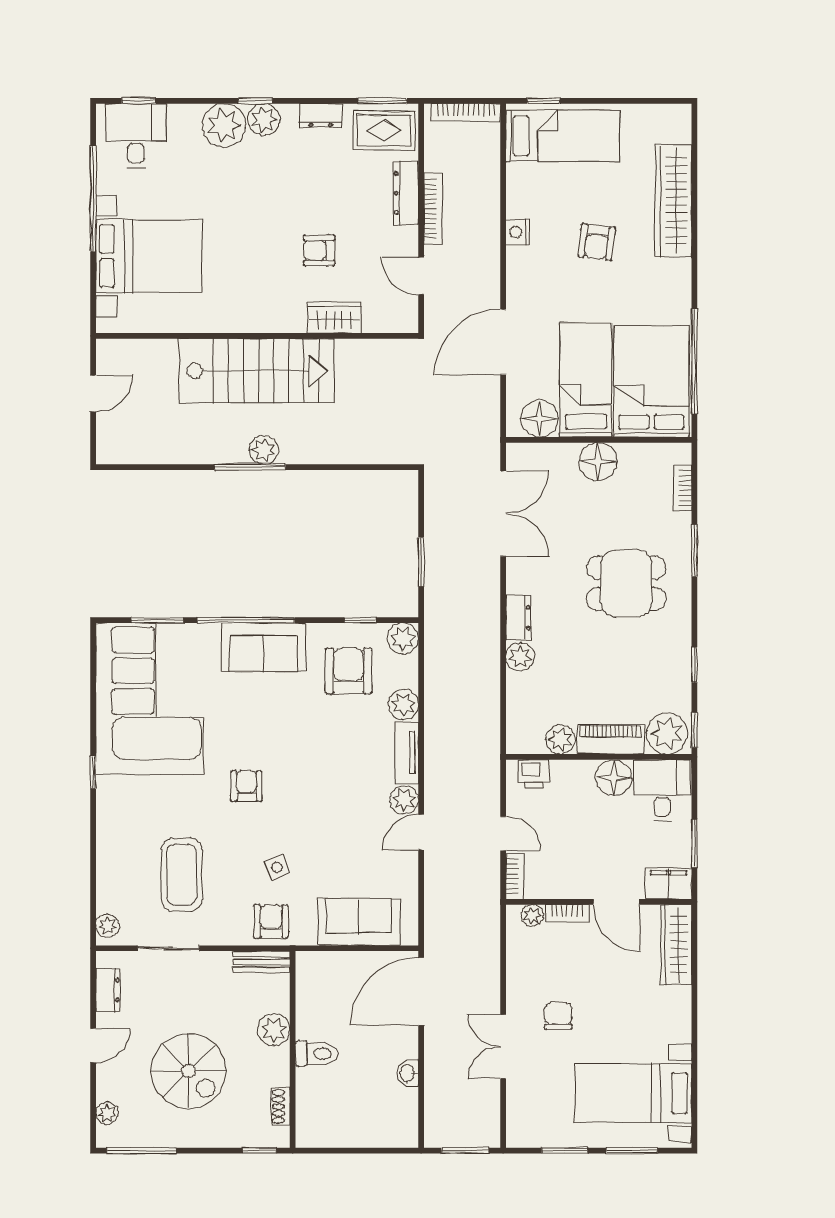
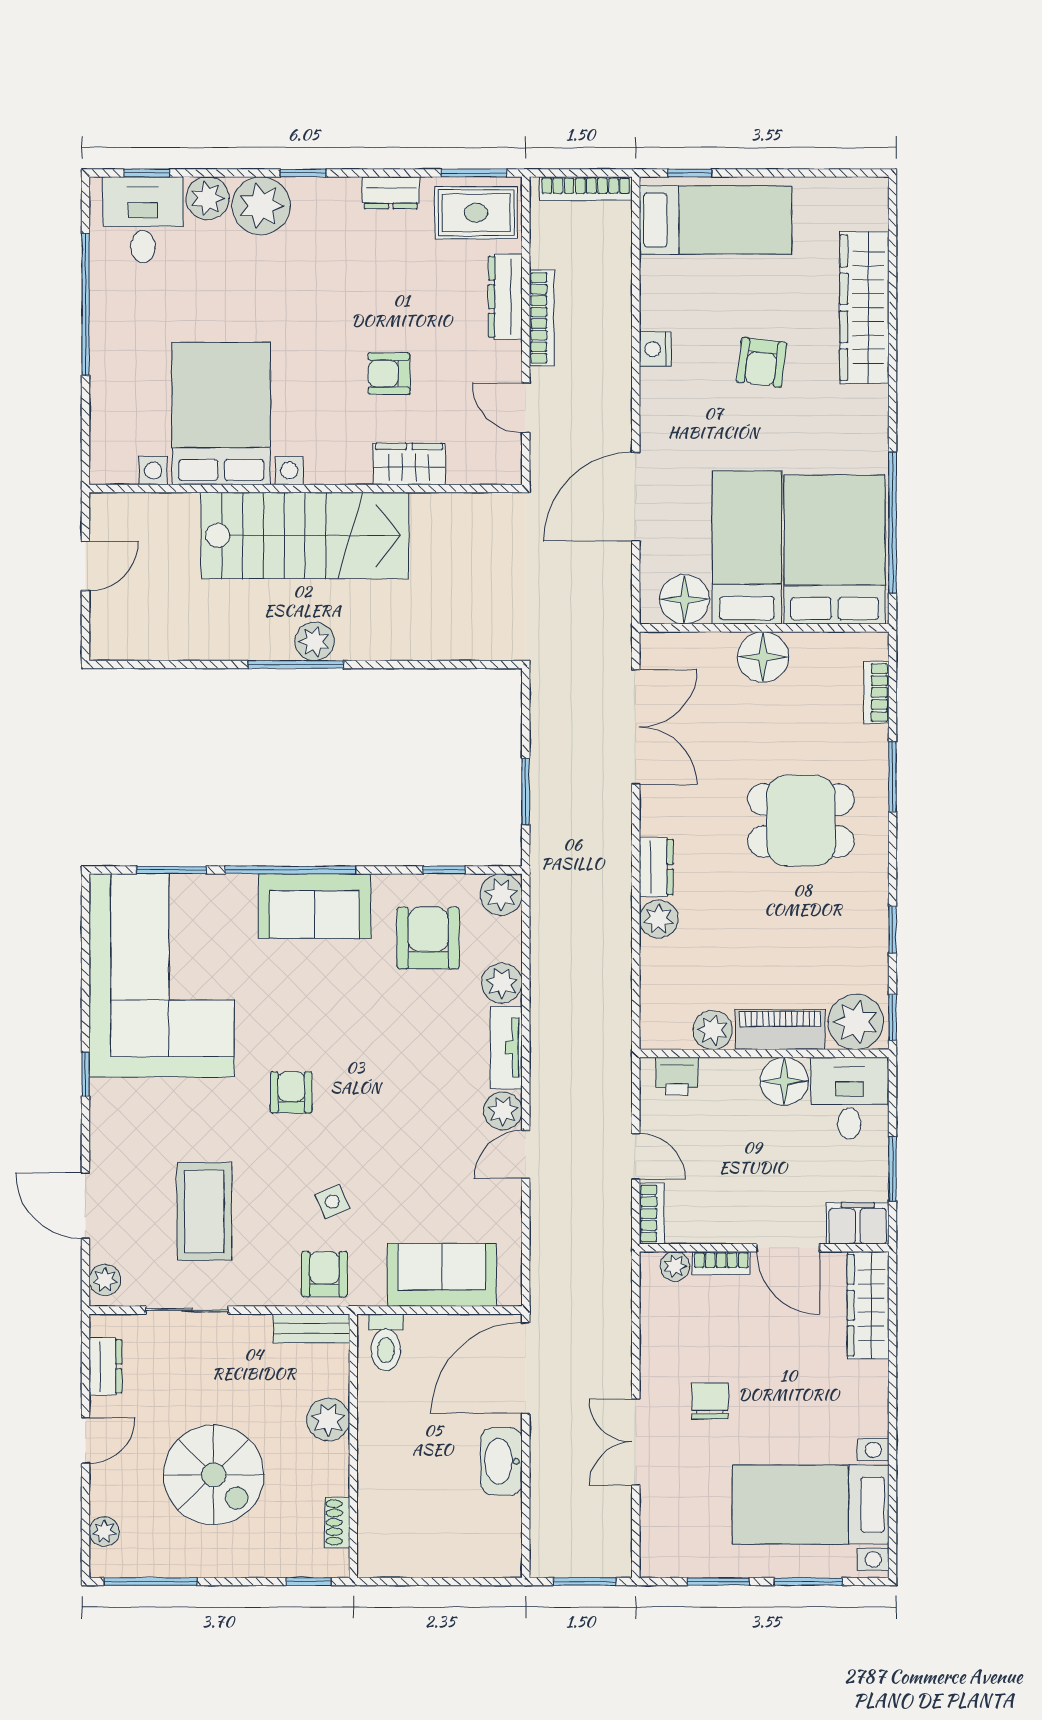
plant: (264, 120) -> (207, 198), moved
bed with nightstands: (149, 256) -> (221, 414), moved, turned -90
door: (93, 870) -> (86, 1206), added
toilet: (317, 1053) -> (386, 1342), moved, turned 90
washbasin: (408, 1073) -> (501, 1461), width x1.91, depth x1.45

